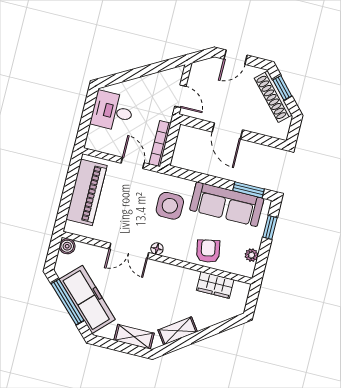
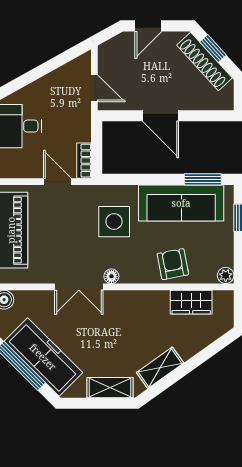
bookcase: (160, 144) -> (84, 161), width x0.64
plant: (252, 255) -> (226, 275), moved

